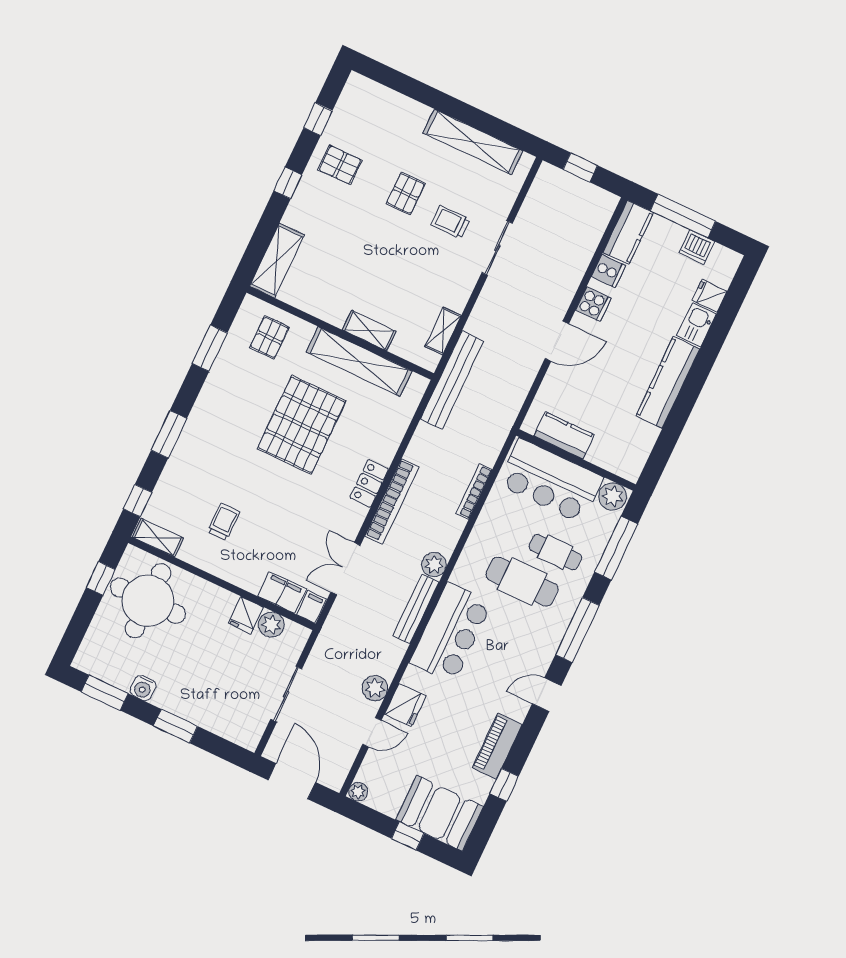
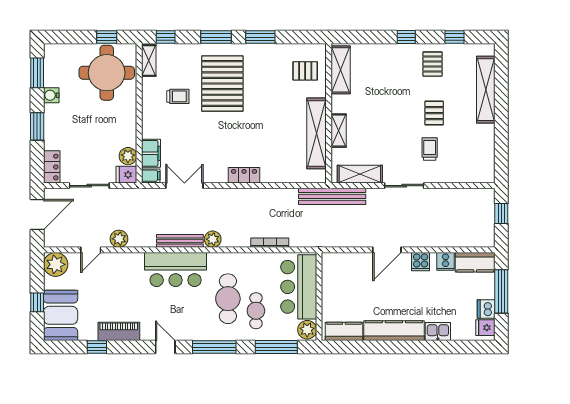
shelving: (473, 142) -> (486, 90), moved
pallet: (406, 193) -> (434, 113), turned 90
sliding door: (497, 248) -> (404, 186), moved
shelving: (277, 261) -> (341, 70), moved, turned 90
fridge: (710, 296) -> (485, 328), moved, turned -90
shelving: (443, 331) -> (360, 174), width x1.50, depth x1.33
door: (557, 341) -> (387, 250), hinge flipped
window: (210, 348) -> (260, 37), moved
pallet: (301, 425) -> (222, 84), moved, turned 90
kitchen counter: (564, 435) -> (344, 331), moved, turned -90
bookcase: (392, 501) -> (240, 195), removed
fridge: (246, 615) -> (126, 175), moved
fridge: (405, 705) -> (117, 263), removed
locker: (238, 732) -> (52, 167), added
door: (372, 732) -> (91, 250), hinge flipped
plant: (358, 792) -> (56, 264), width x1.88, depth x1.88

